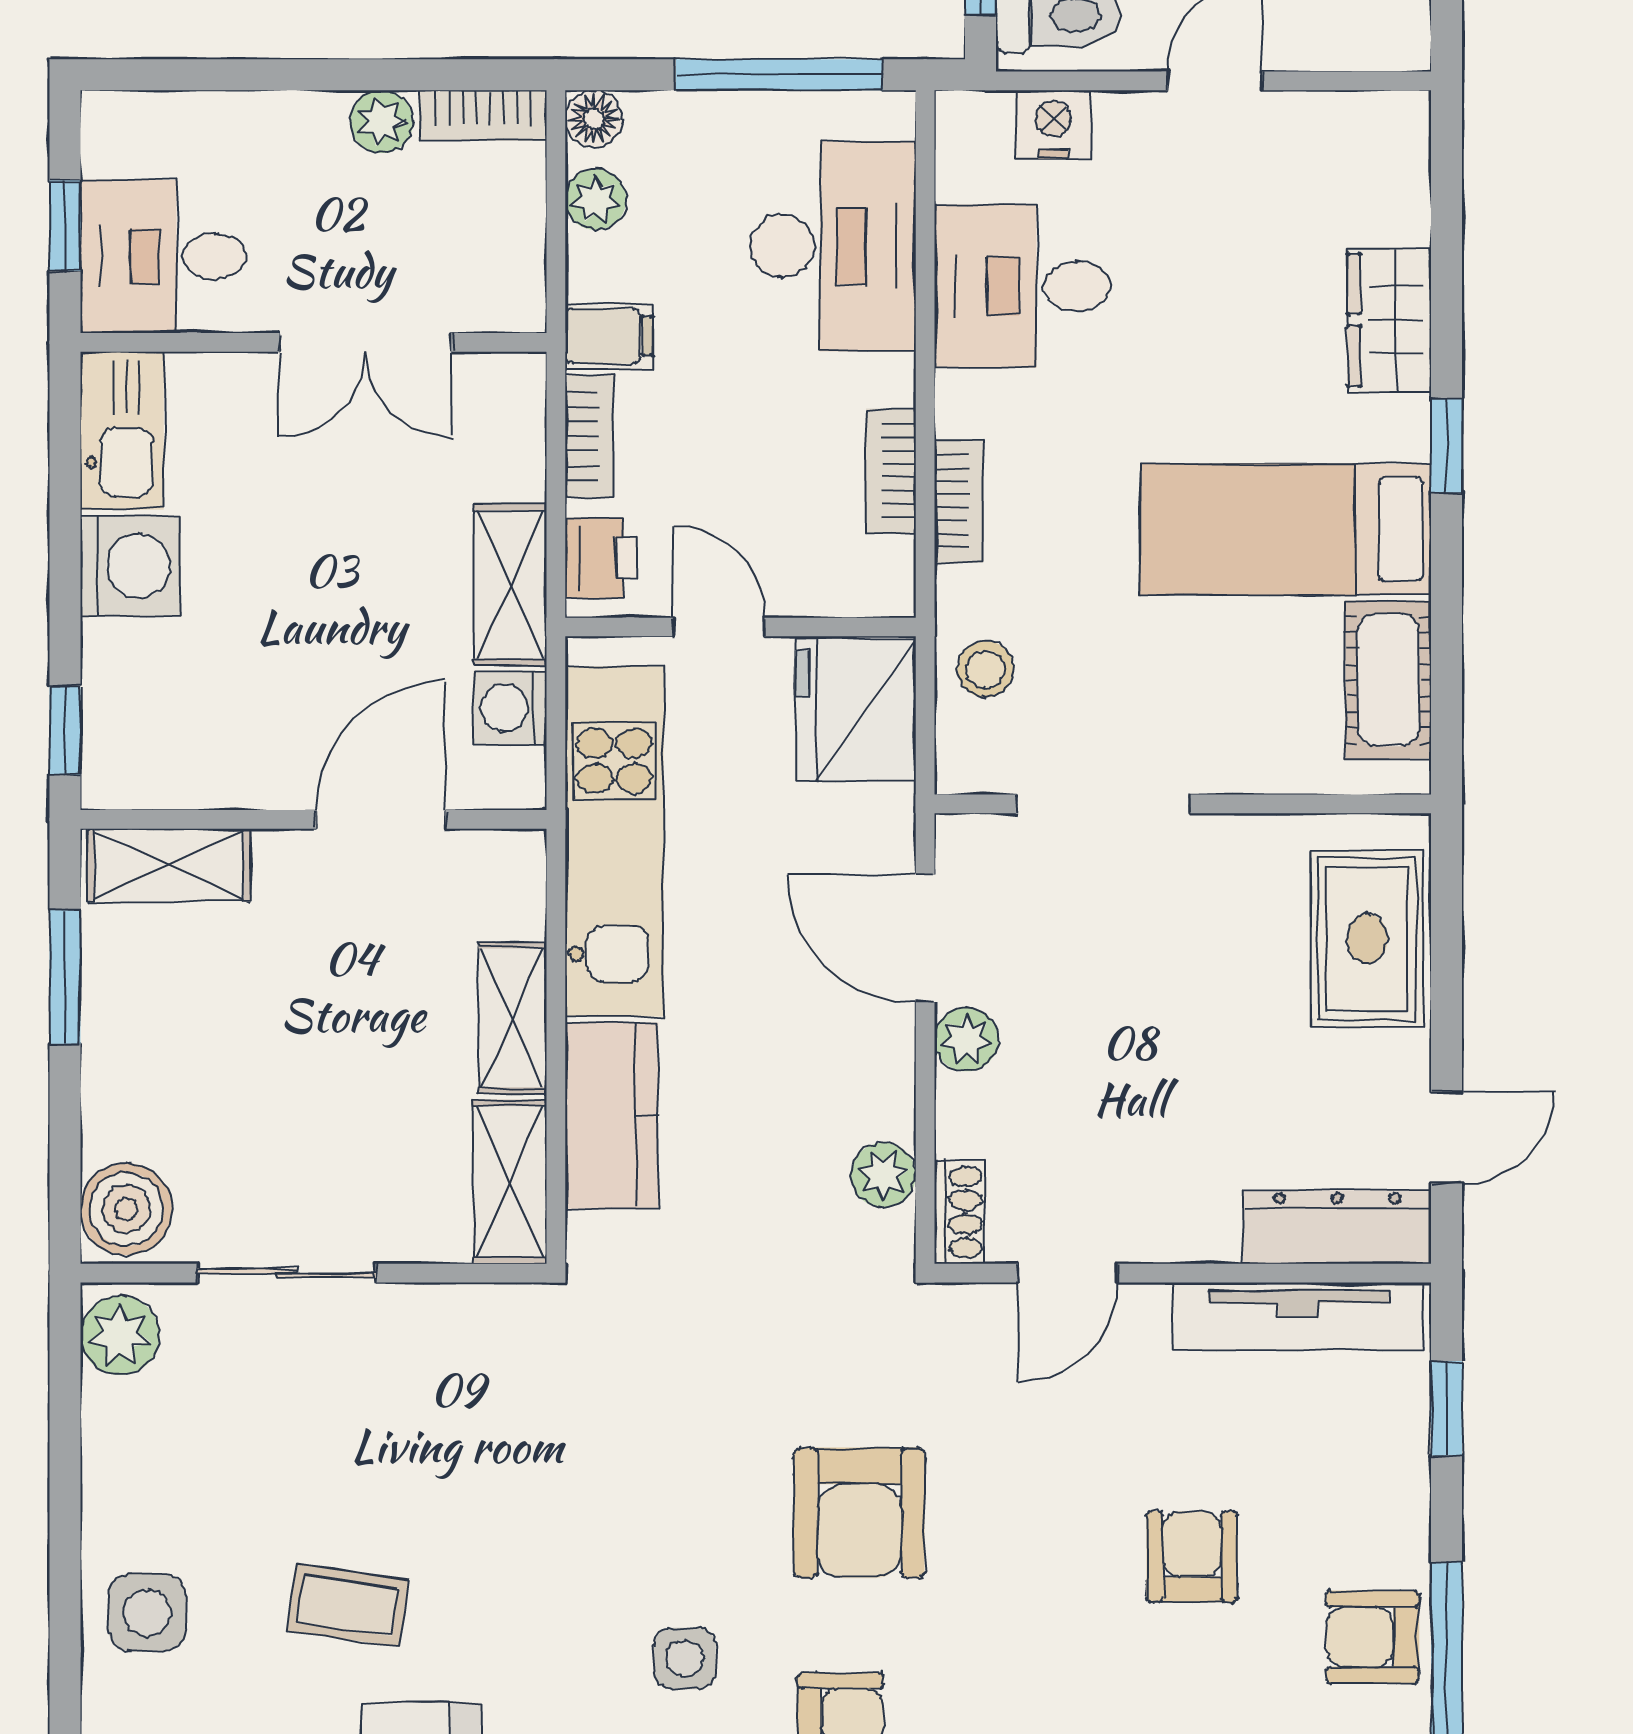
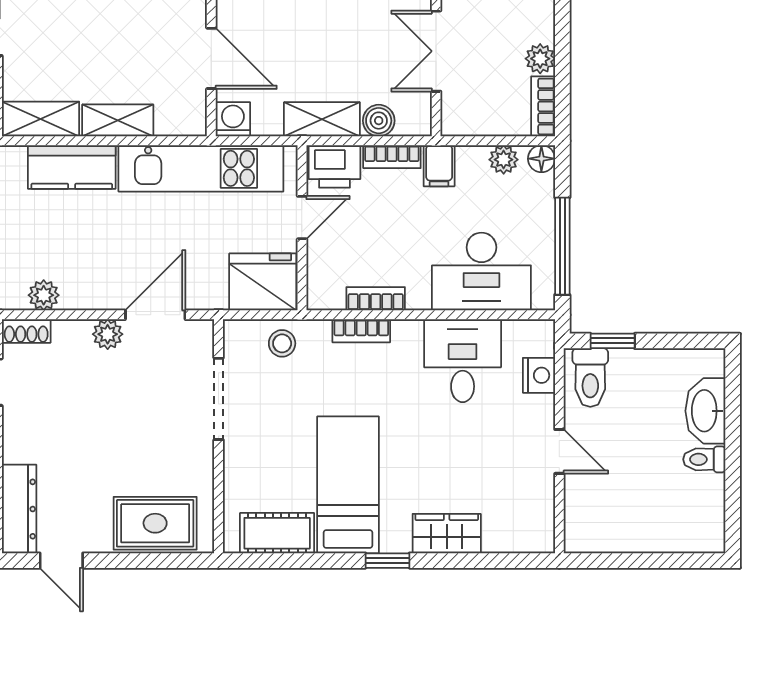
boiler: (513, 464) -> (379, 121), added
printer: (601, 558) -> (335, 166), width x1.36, depth x1.24
washing machine: (510, 708) -> (233, 119), moved

